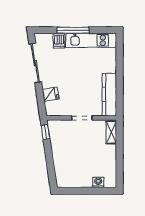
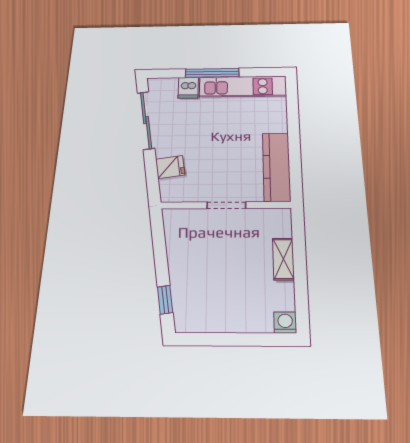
window: (45, 132) -> (165, 300), moved
shelving: (111, 132) -> (283, 259), moved
washing machine: (98, 182) -> (285, 323), moved

